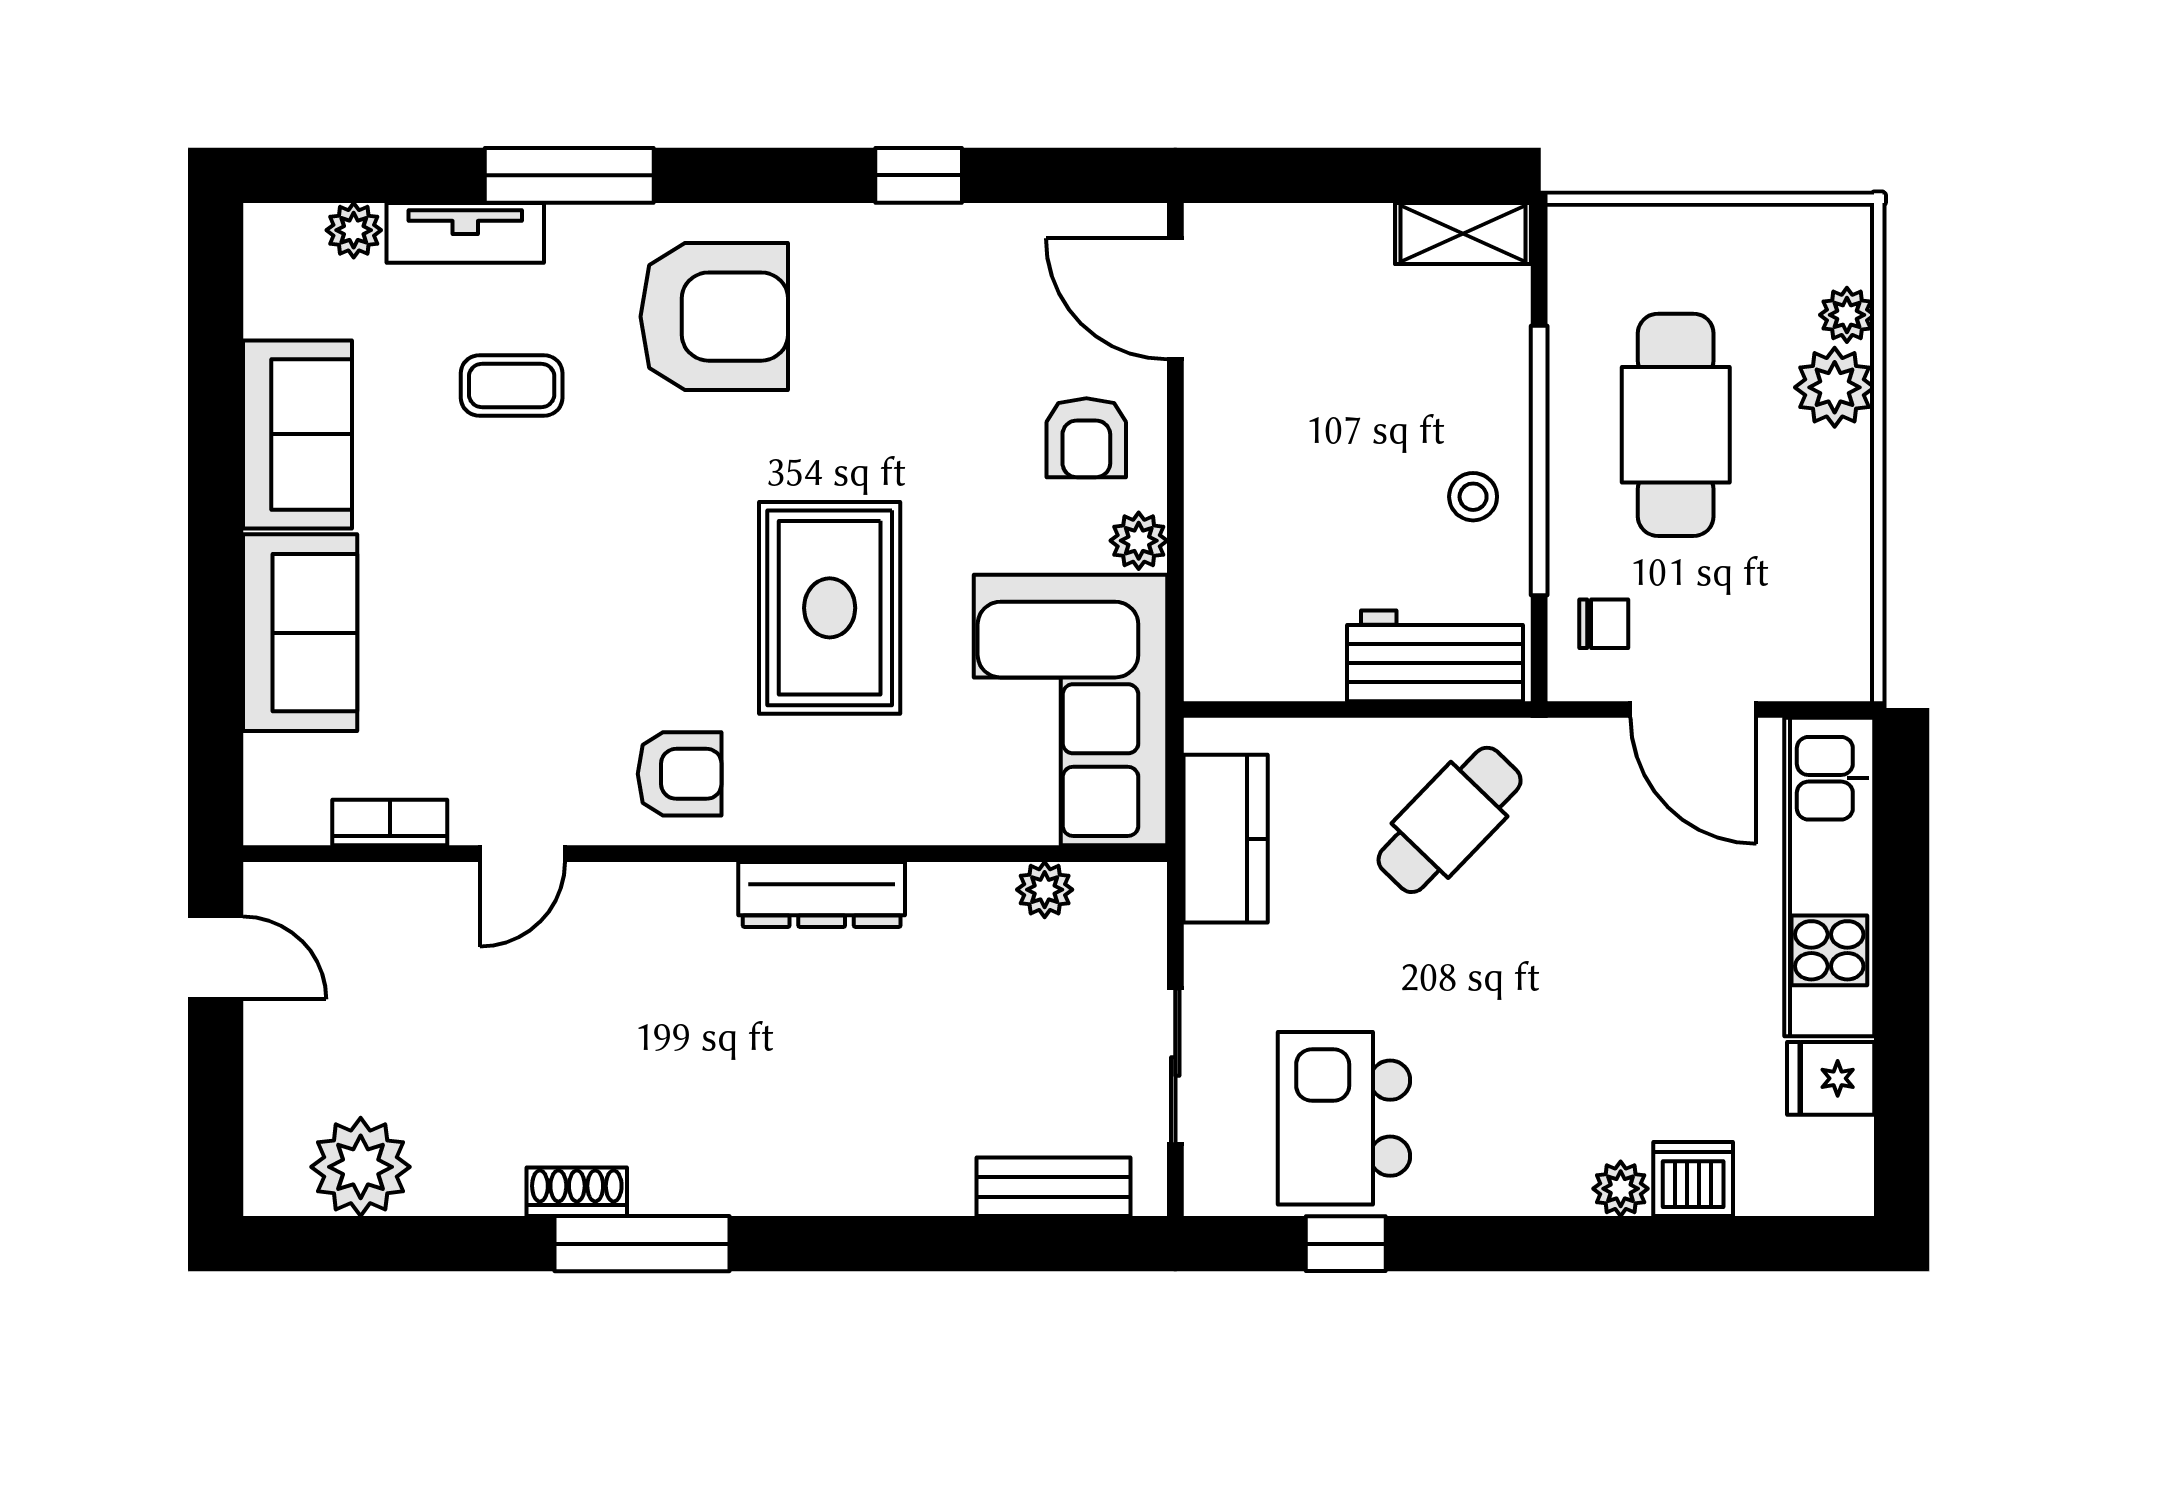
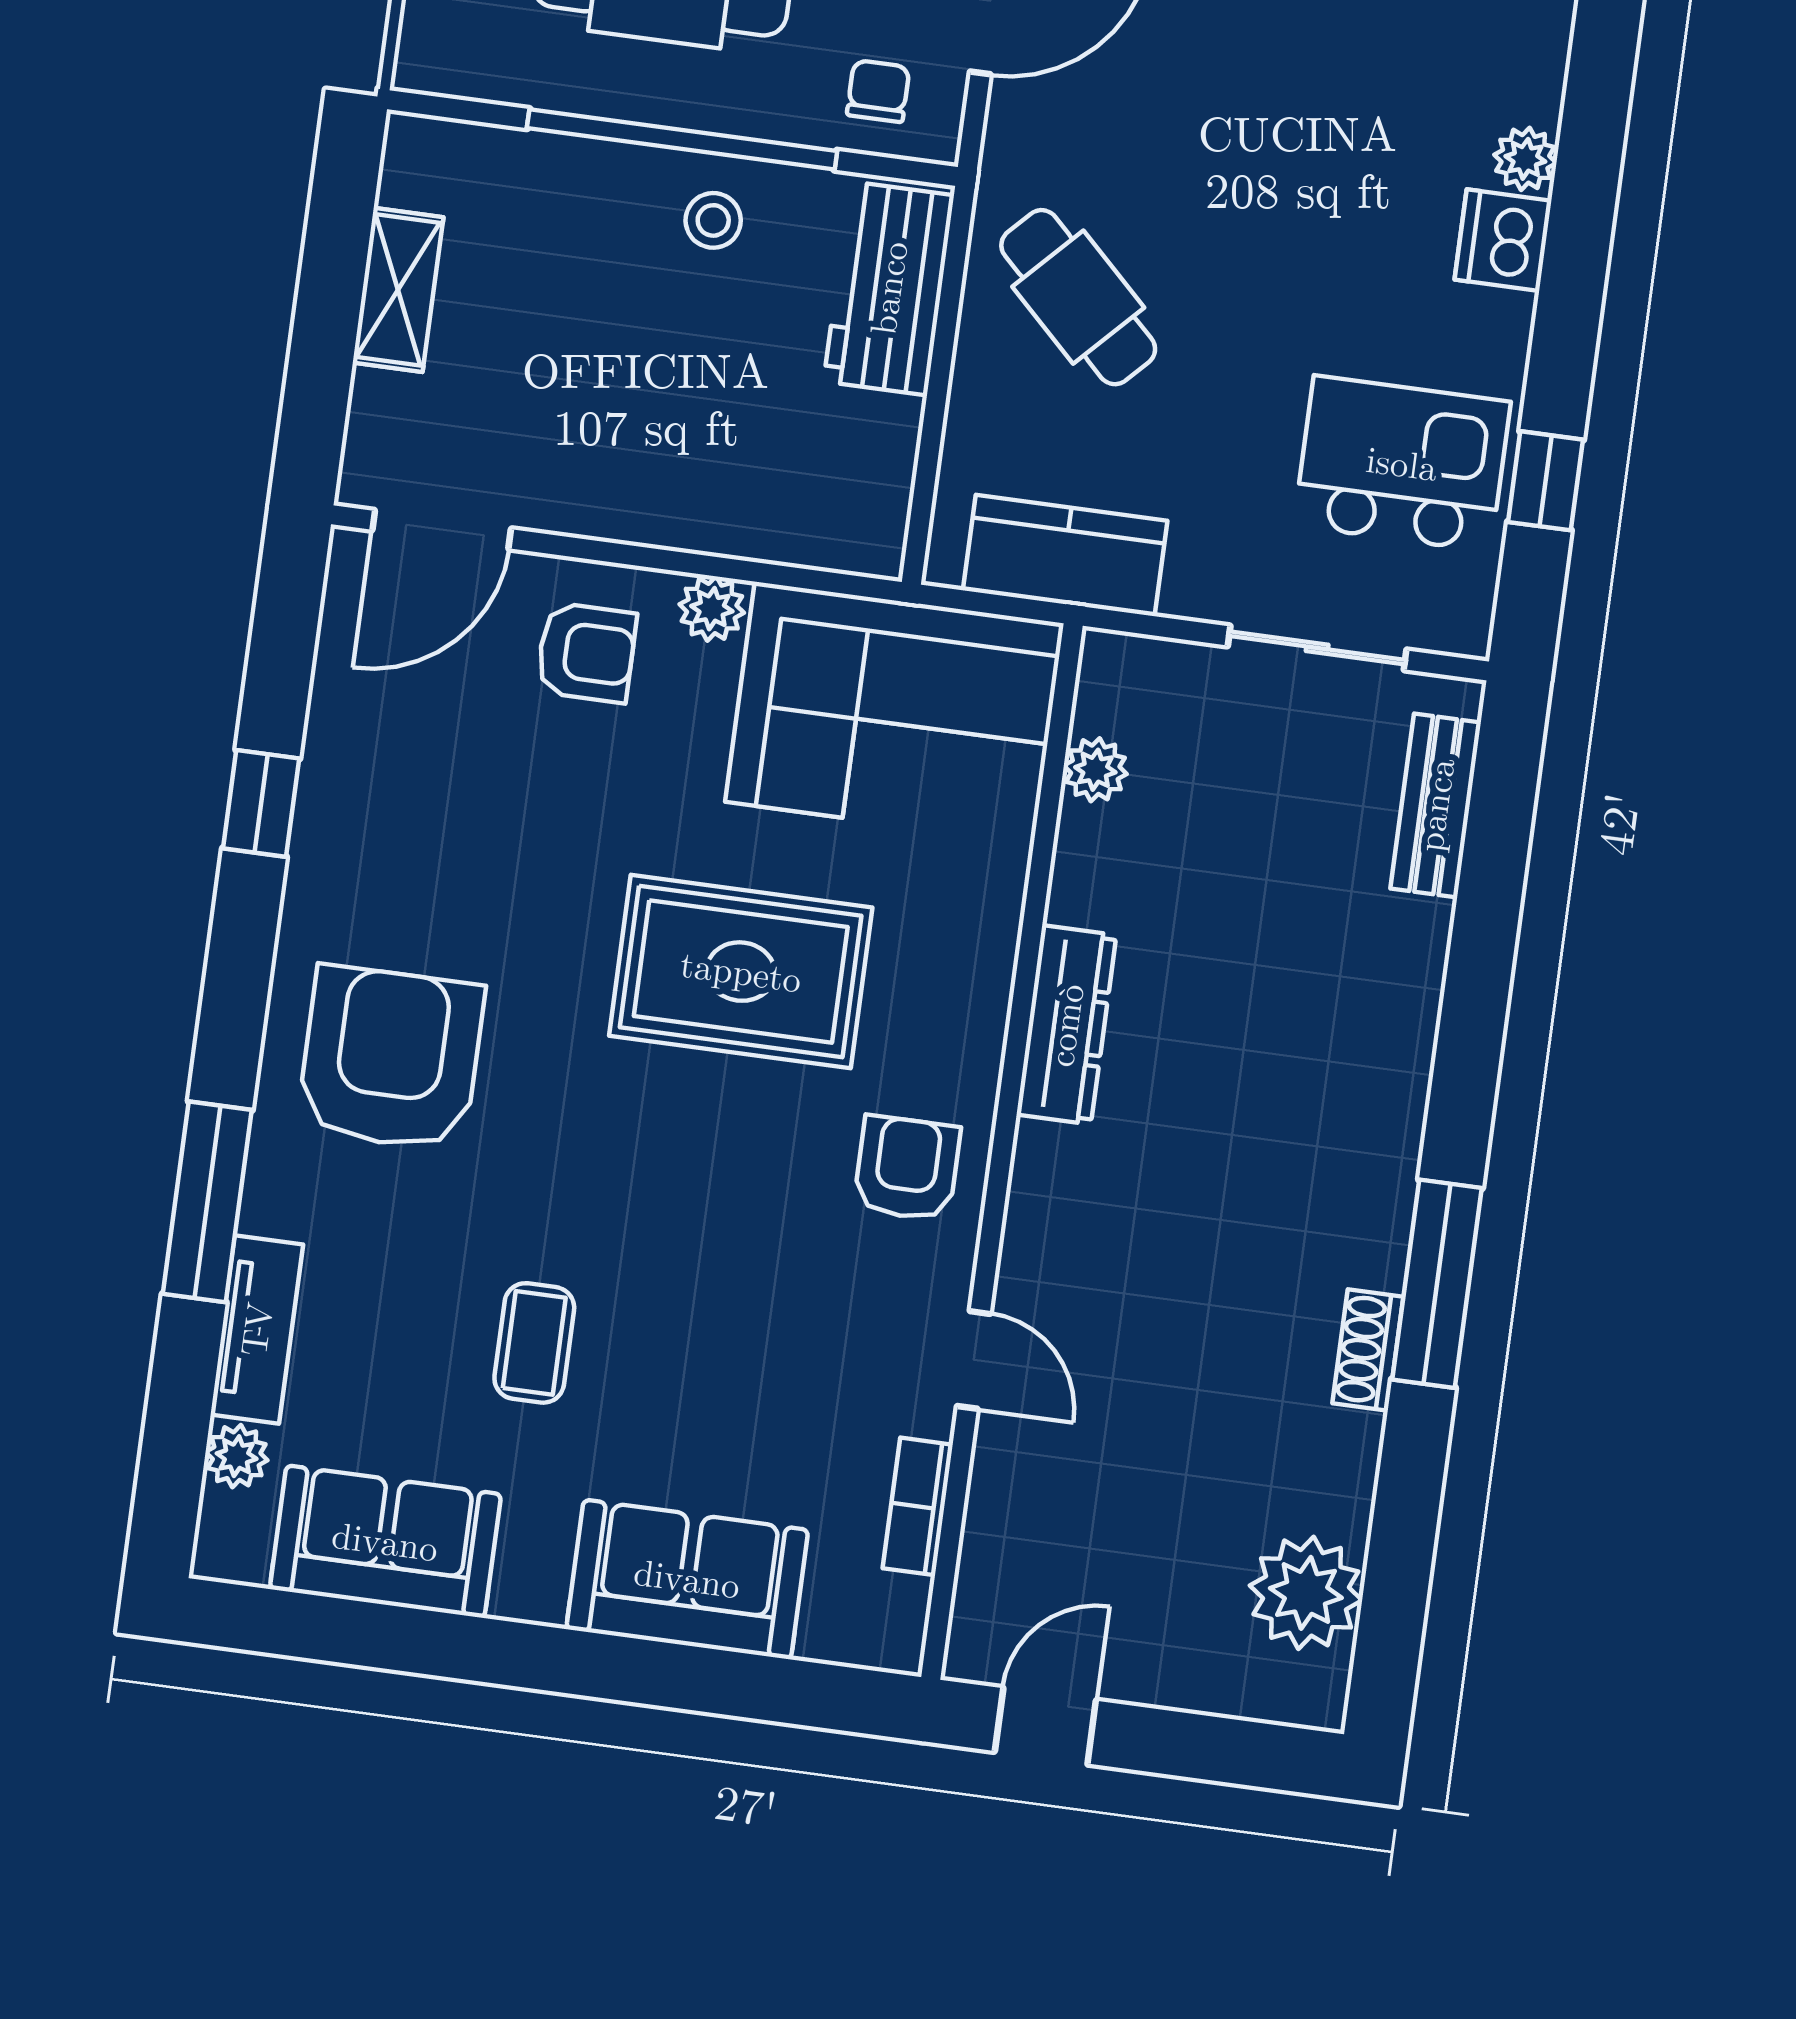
shelving: (1463, 233) -> (398, 290), moved
coffee table: (512, 385) -> (534, 1343), moved
sofa: (298, 434) -> (385, 1542), moved
kitchen island: (1344, 1118) -> (1402, 464), turned 180
dishwasher: (1693, 1179) -> (1503, 240), moved

